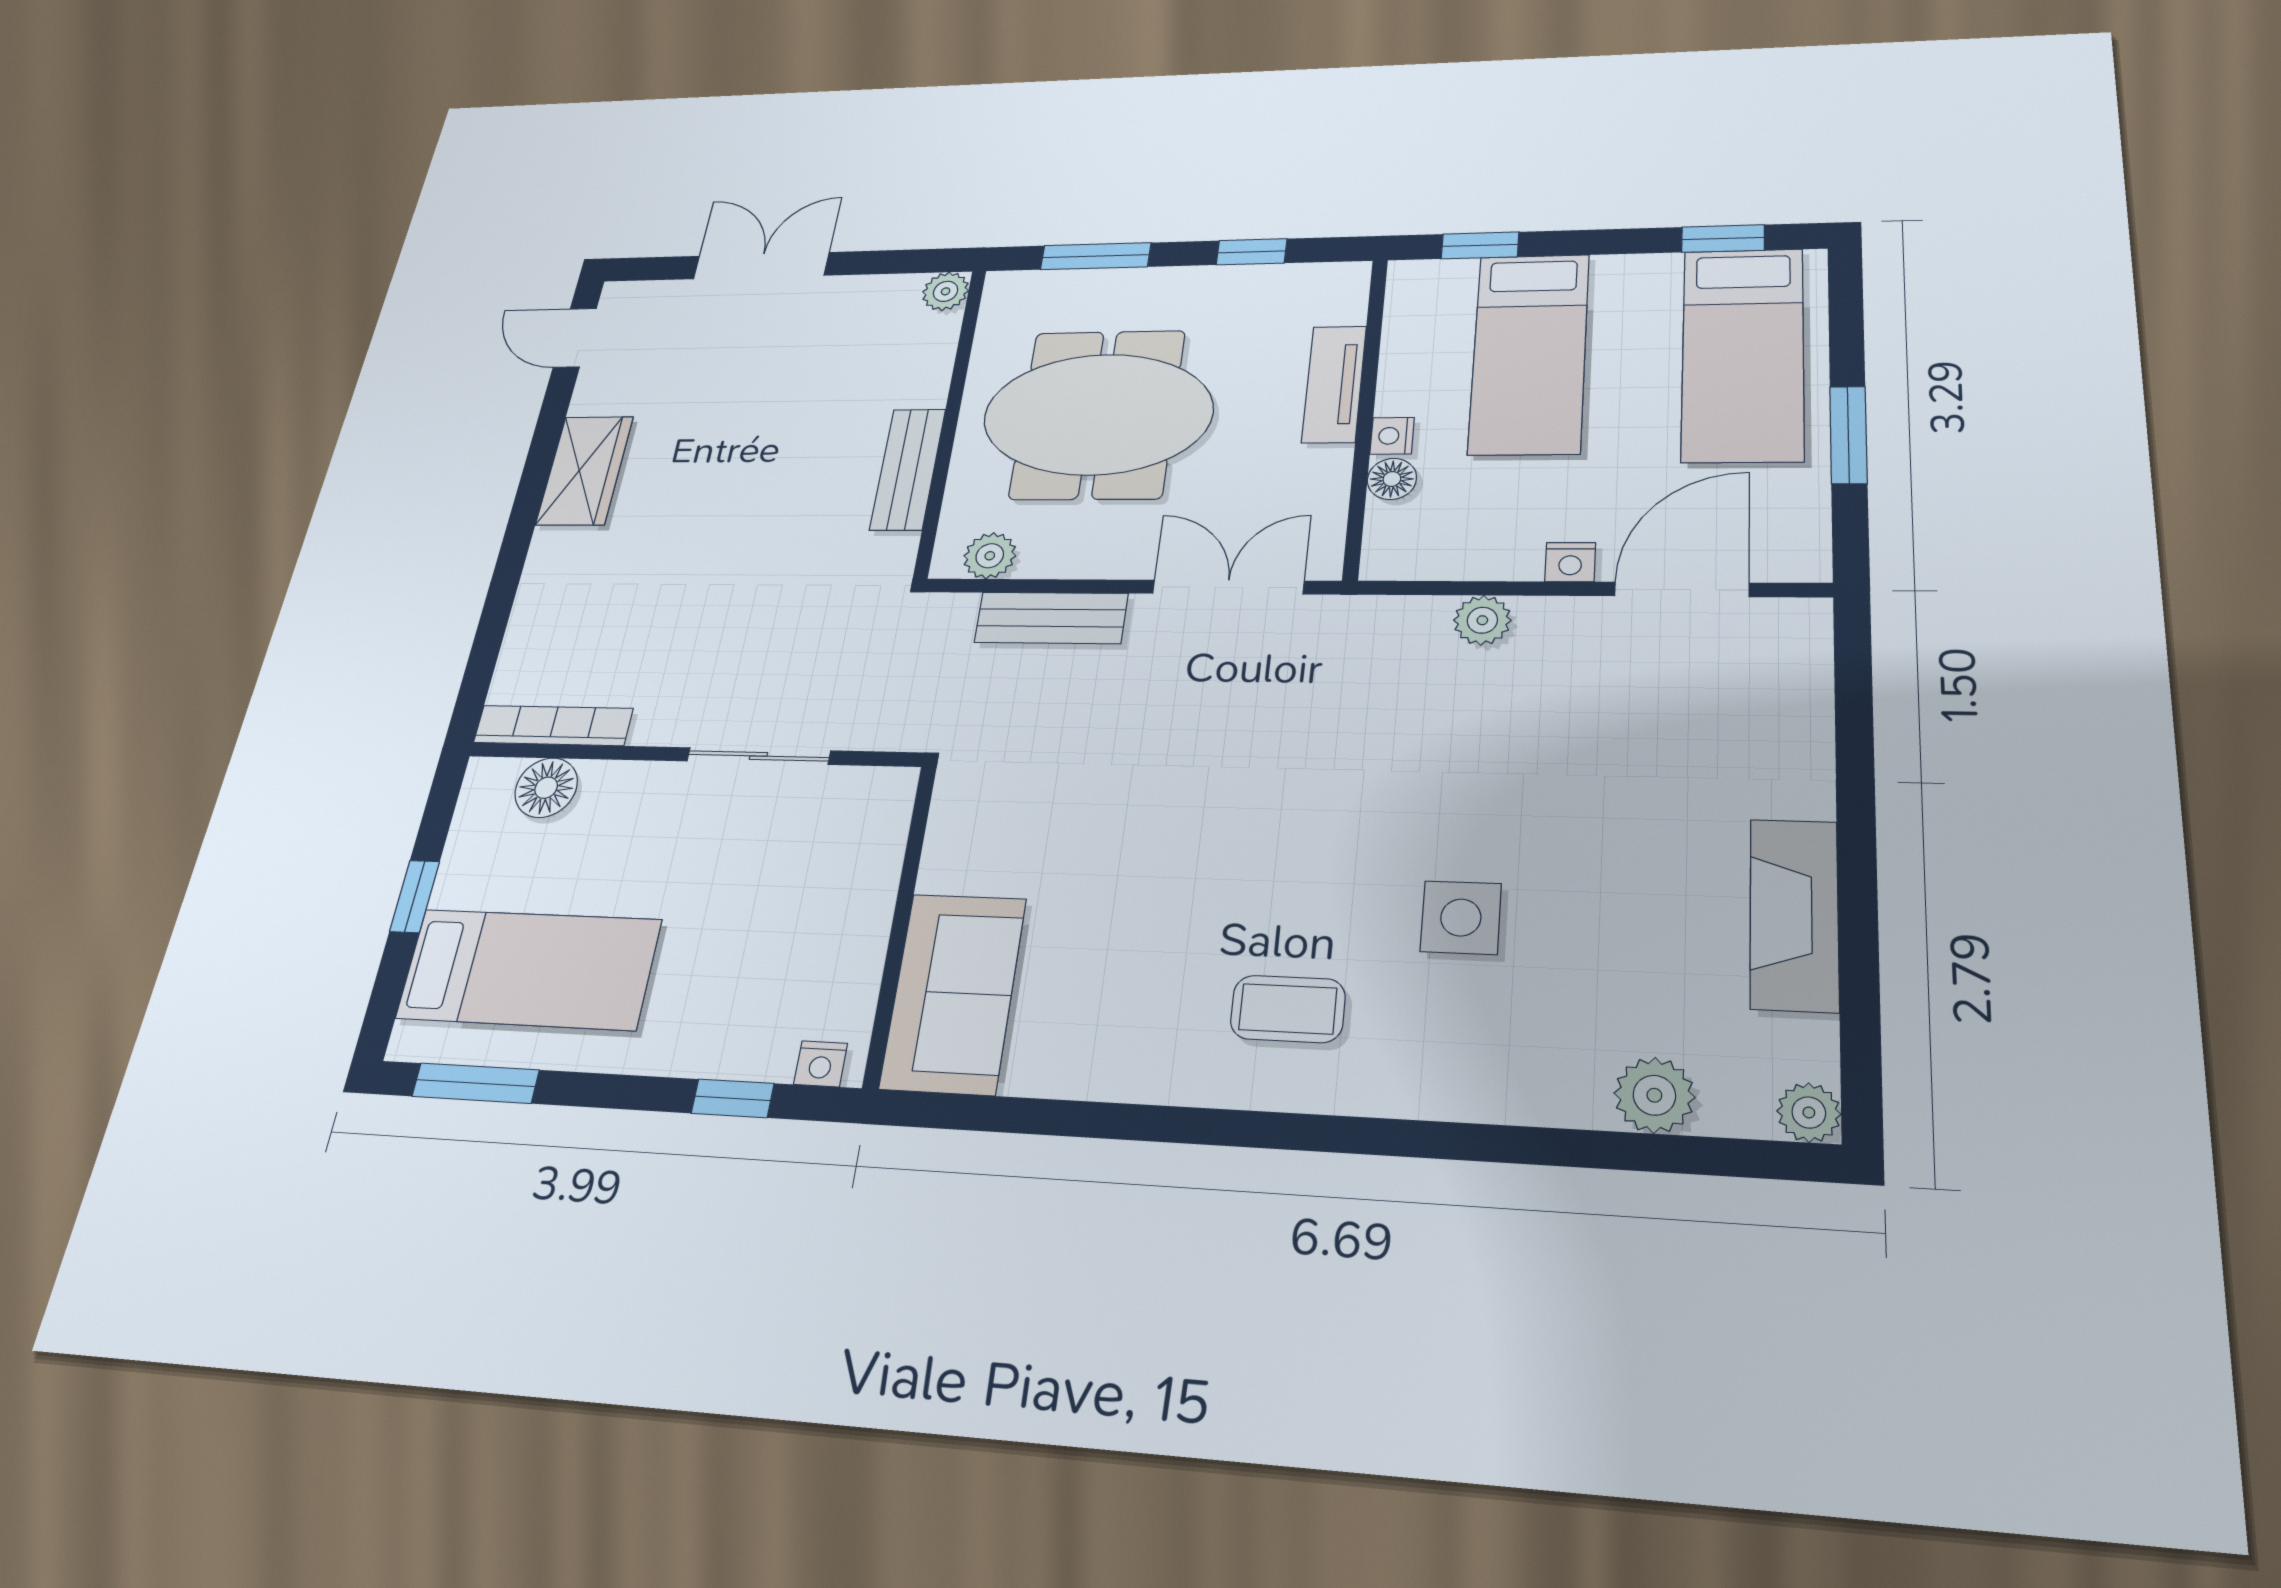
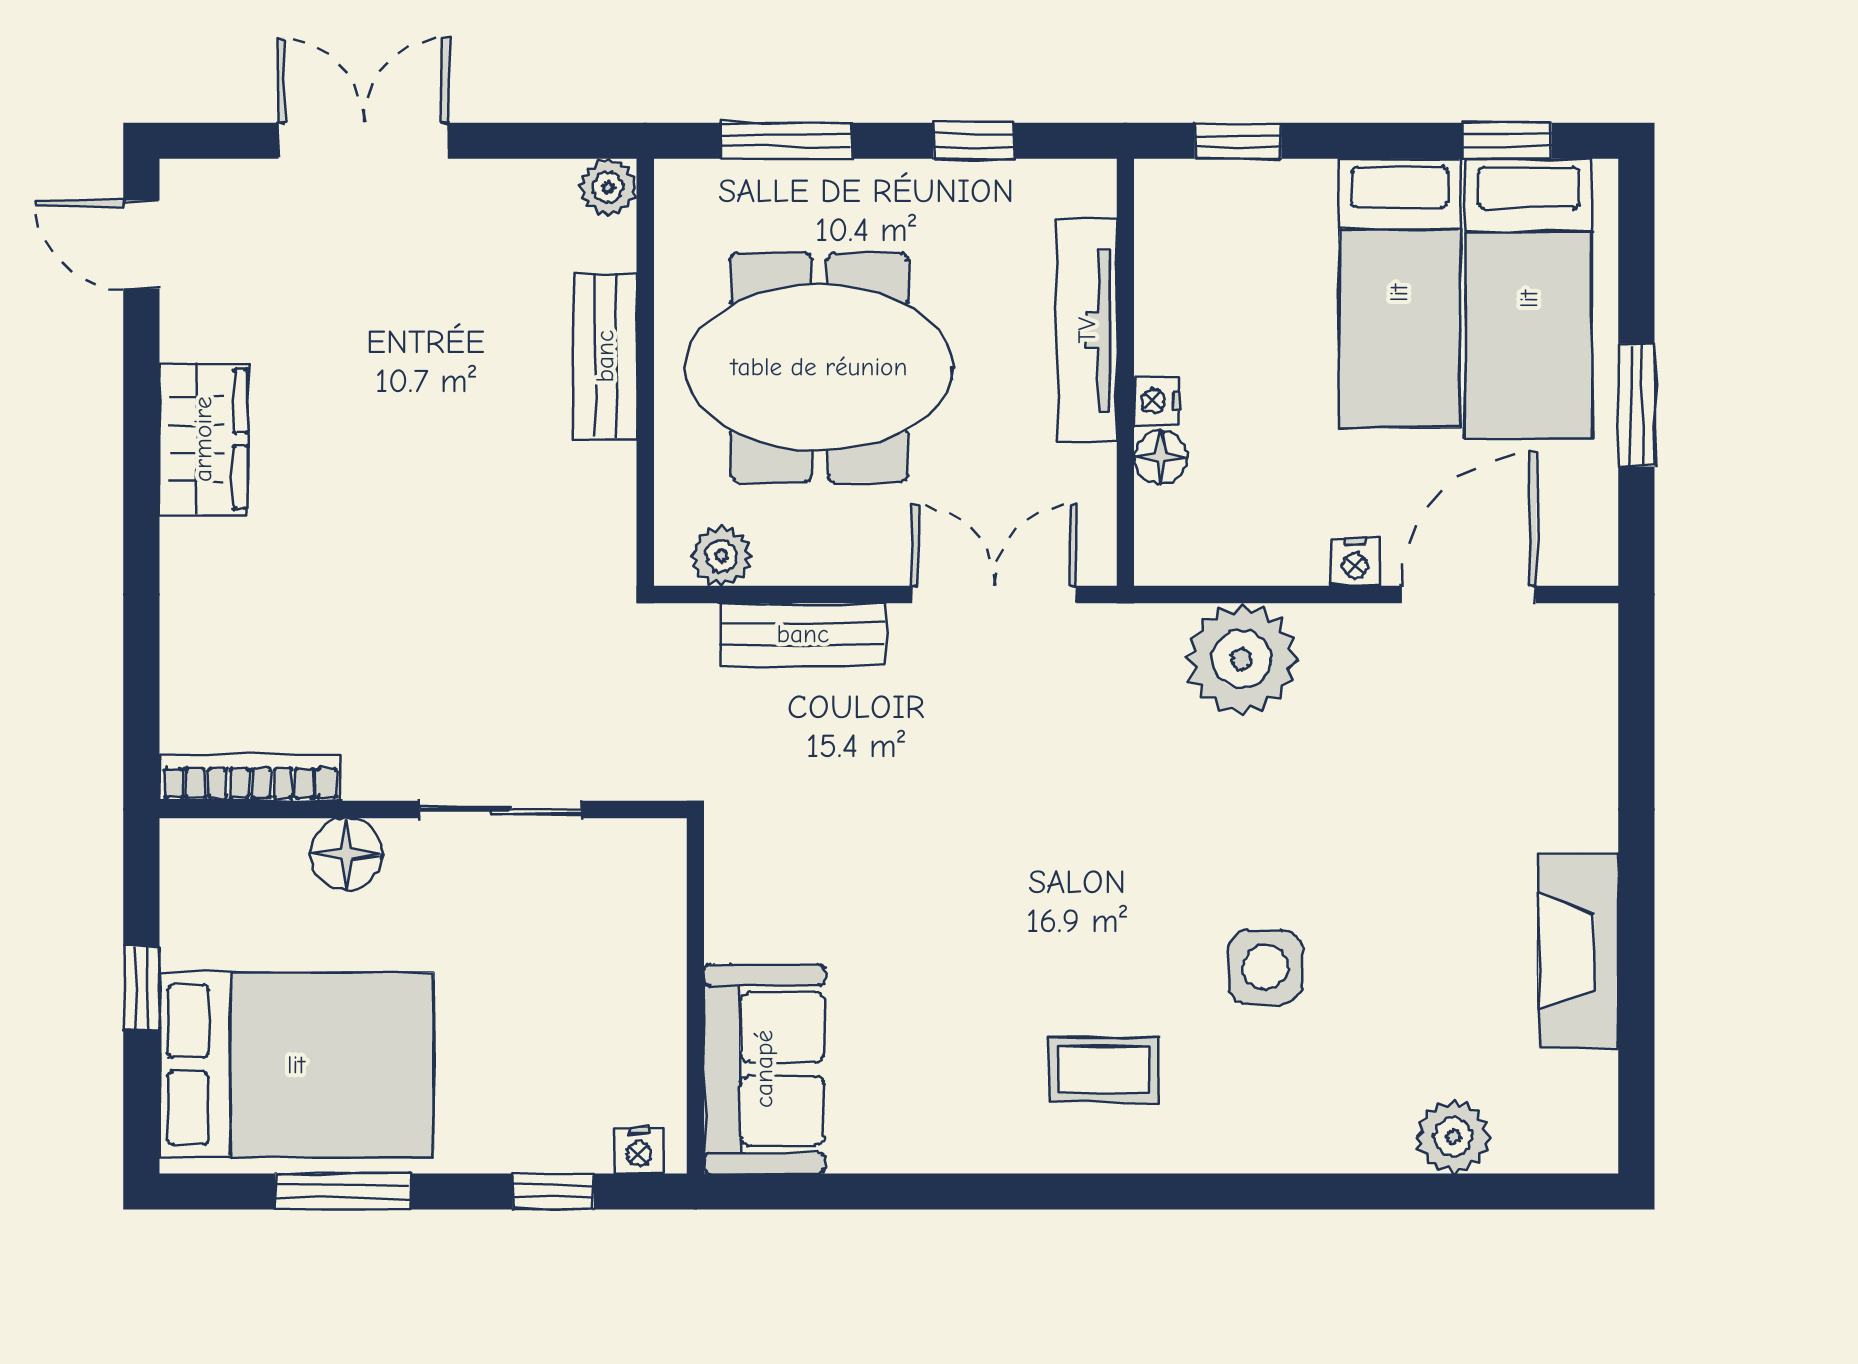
bed: (1529, 353) -> (1399, 293), moved
tv unit: (1334, 384) -> (1087, 330), width x1.41
bench: (908, 469) -> (605, 356), moved
plant: (1482, 620) -> (1242, 659), width x1.88, depth x1.88
floor lamp: (546, 788) -> (346, 854), moved
bed: (529, 969) -> (296, 1065), width x1.50
window: (475, 1083) -> (343, 1191), moved
plant: (1809, 1113) -> (1590, 1145), removed

